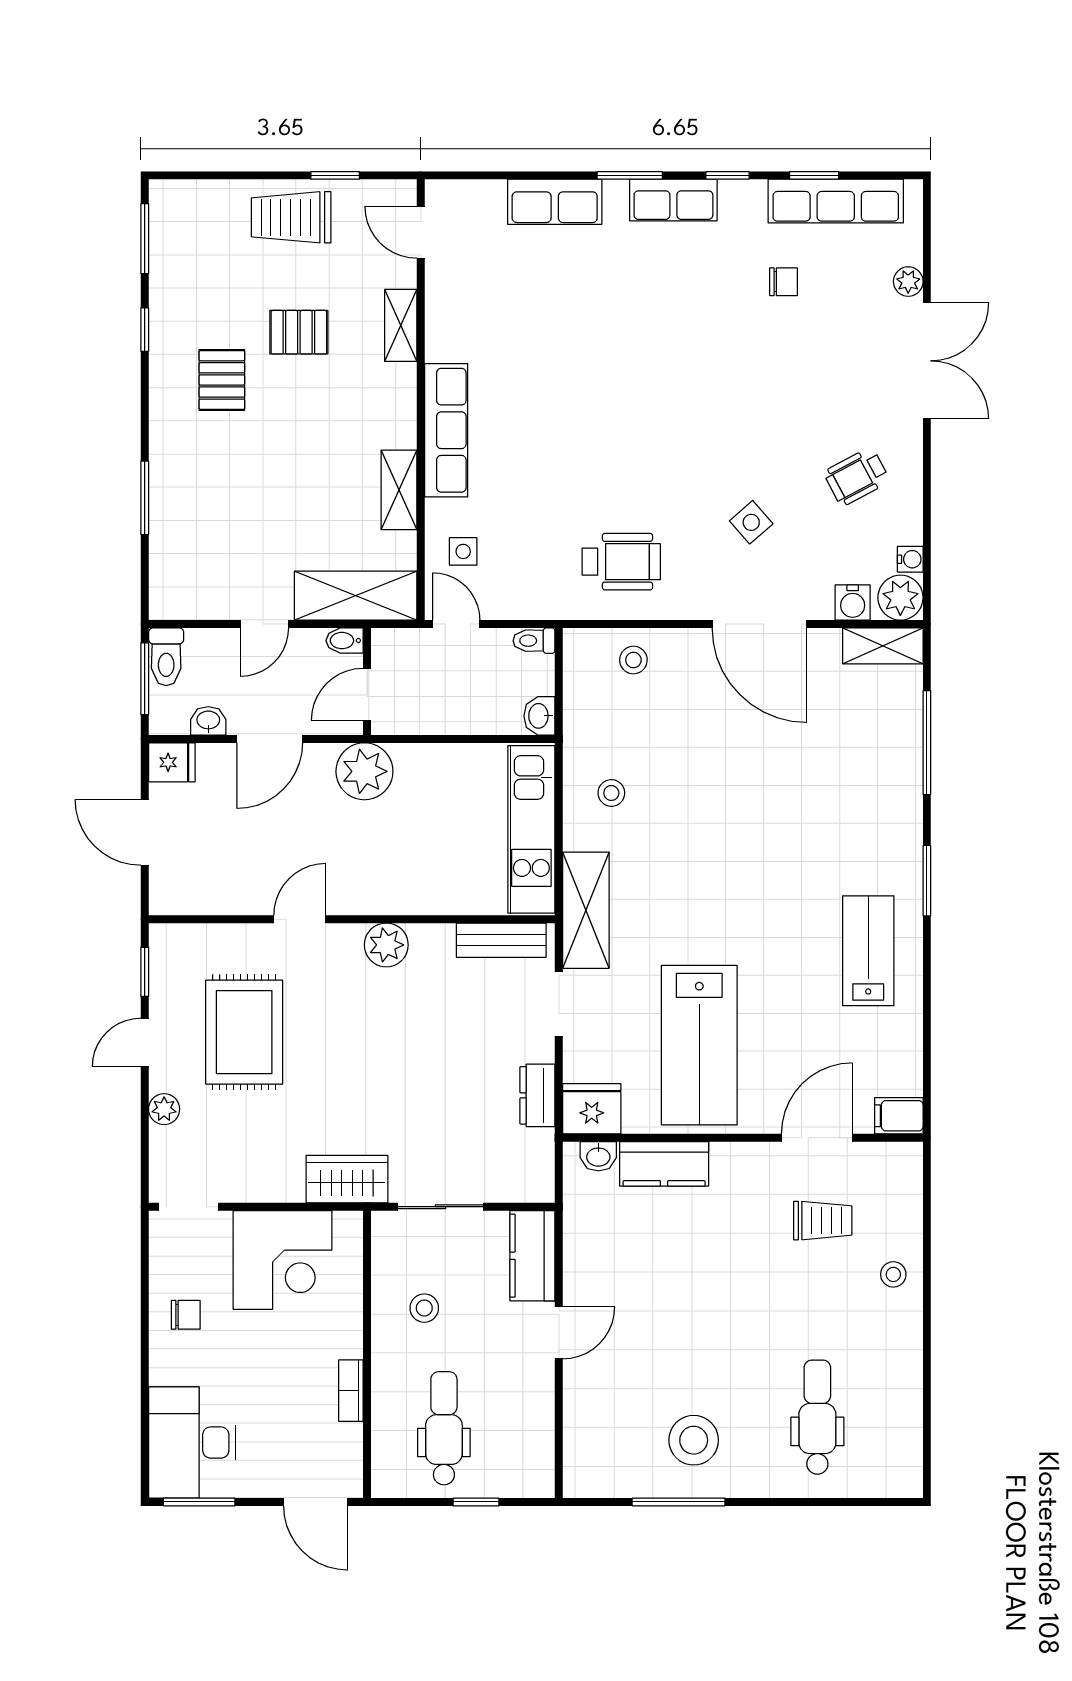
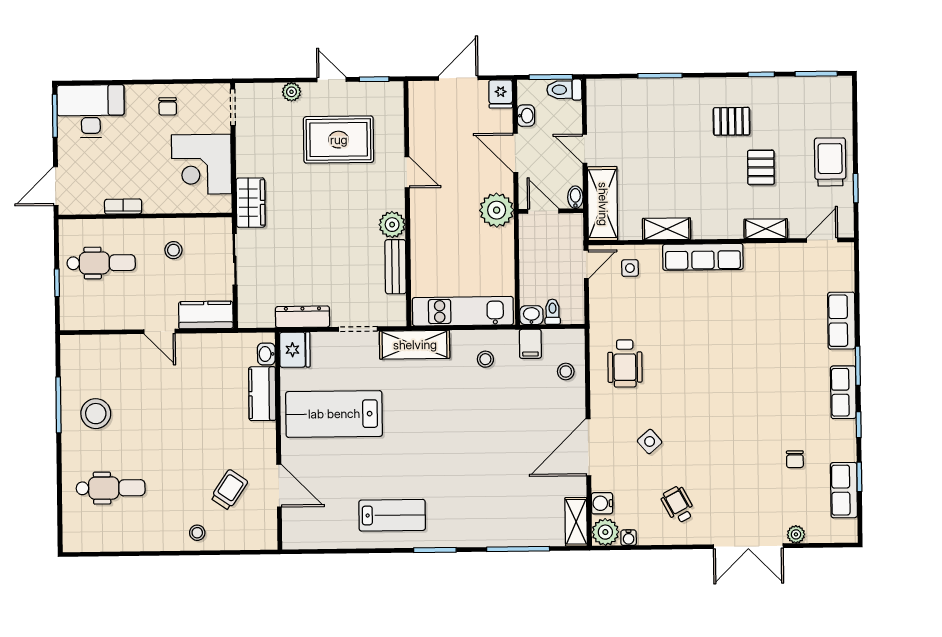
row of seats: (836, 201) -> (844, 490), width x0.68
toilet: (534, 641) -> (553, 312), moved
bench: (501, 940) -> (396, 267), moved
dresser: (537, 1095) -> (303, 317), width x1.44
filing cabinet: (899, 1116) -> (530, 344), moved, turned 180
trolley: (823, 1221) -> (229, 490), turned -146

